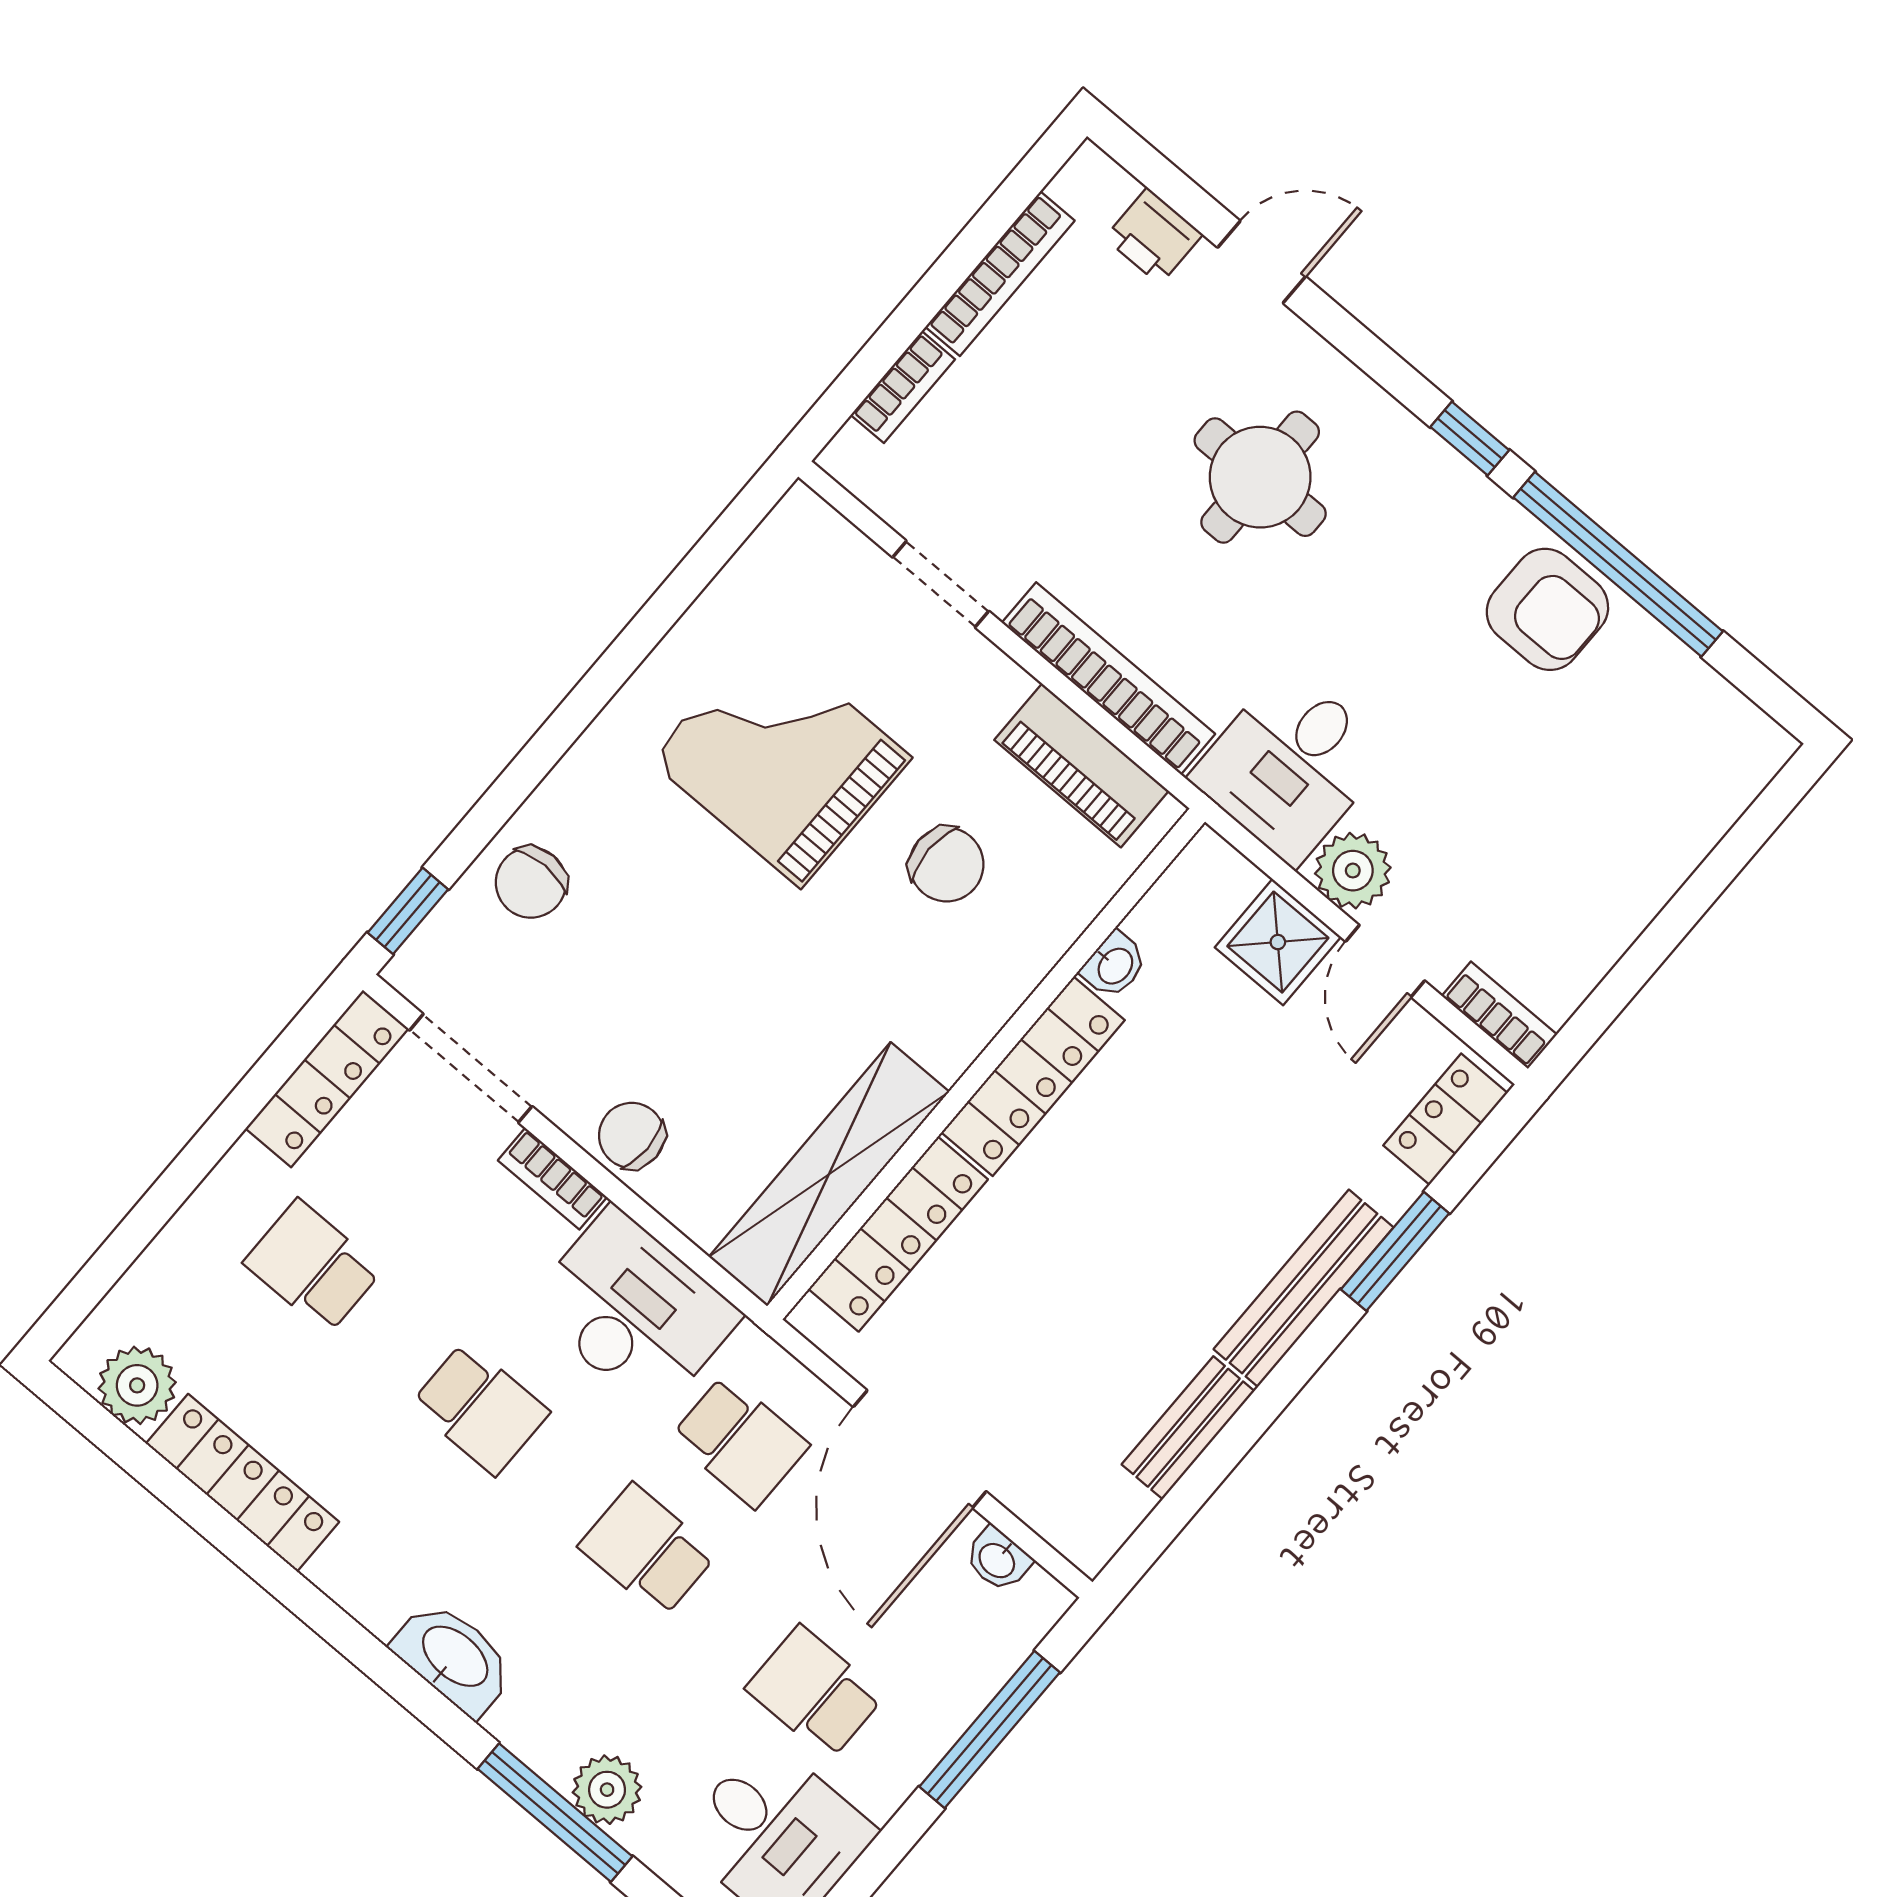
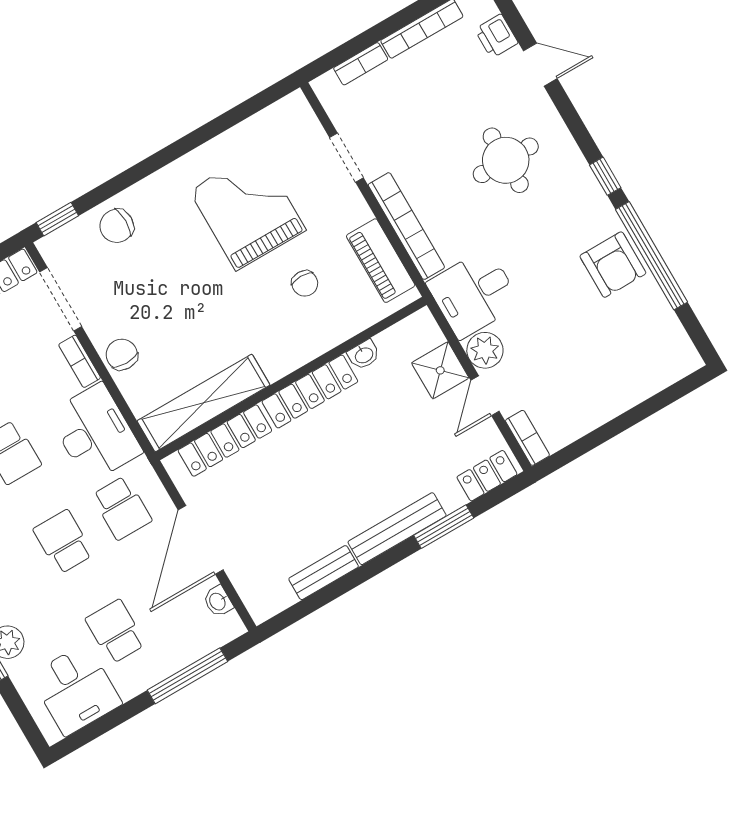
chair: (947, 864) -> (305, 283), width x0.73, depth x0.73

